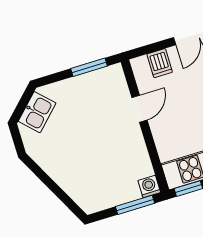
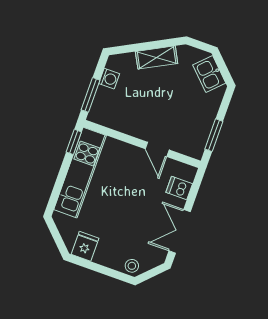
shelving: (57, 171) -> (157, 57), added
washing machine: (149, 186) -> (109, 79), moved

